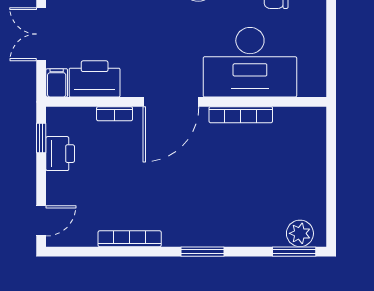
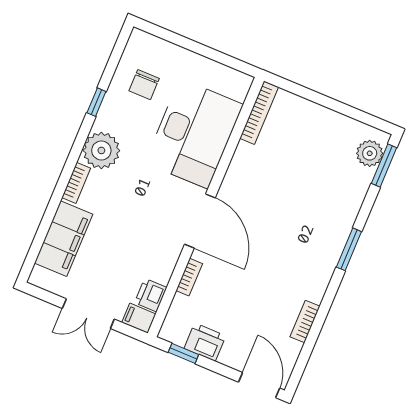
printer: (95, 79) -> (151, 295), width x0.53, depth x0.68
bookcase: (241, 115) -> (259, 113), moved
door: (41, 221) -> (259, 385), width x1.38
bookcase: (130, 239) -> (305, 321), width x0.64

